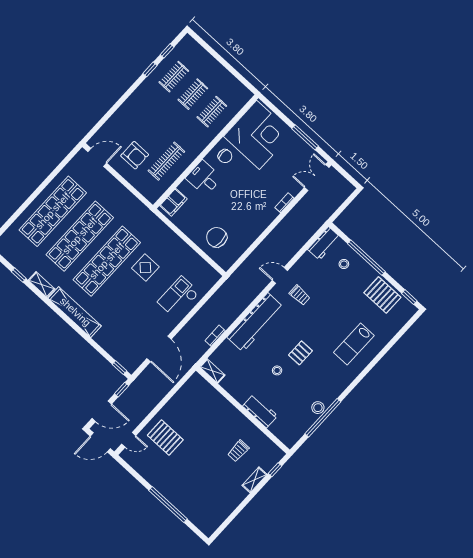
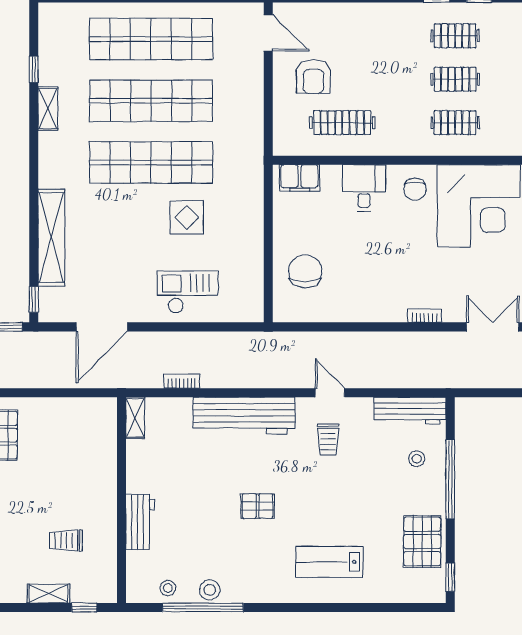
workbench: (324, 243) -> (410, 411), width x1.38
shelving: (75, 312) -> (51, 238), moved
stool: (277, 370) -> (168, 588), moved

